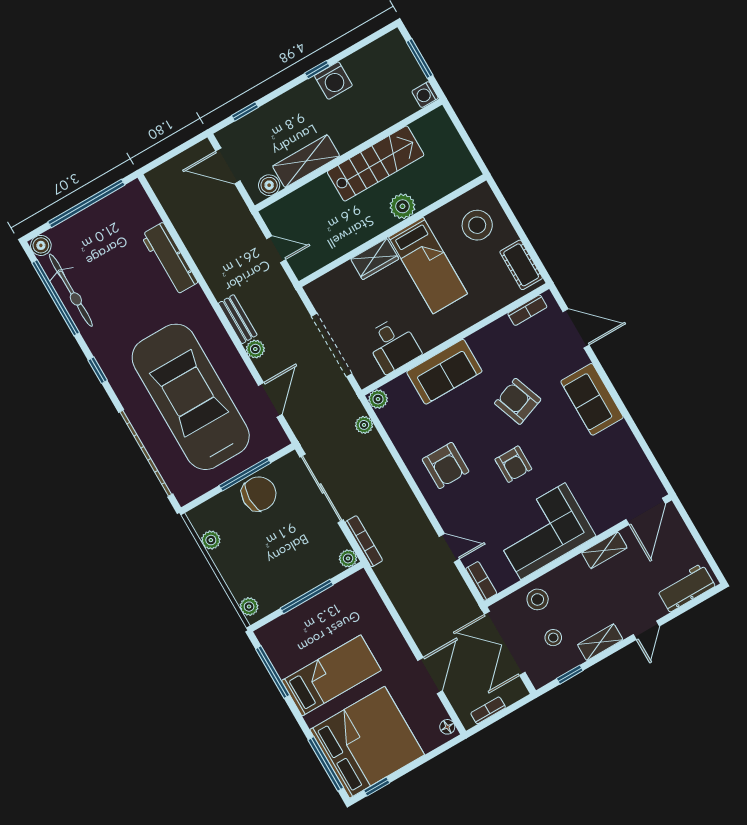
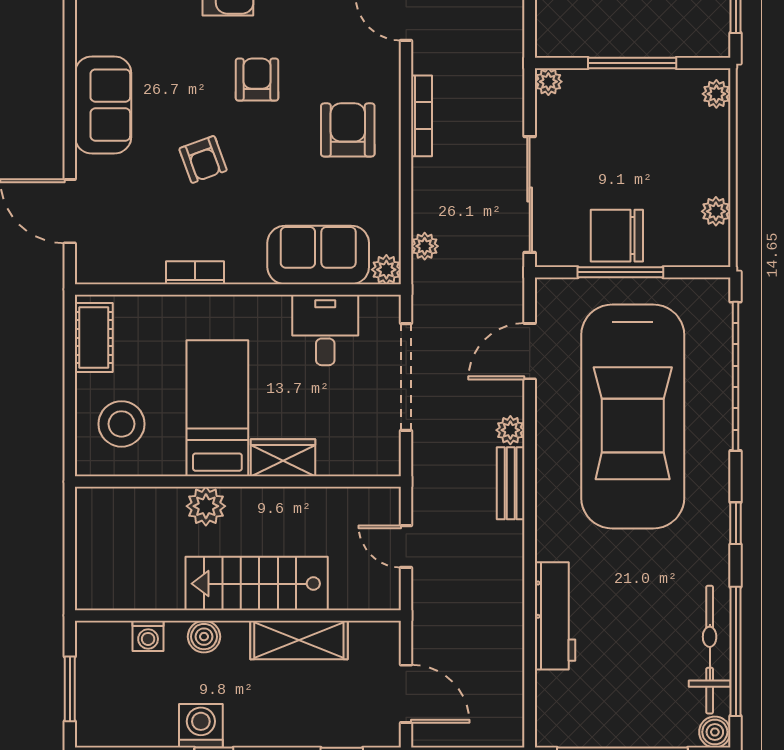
washing machine: (425, 95) -> (148, 636), moved, turned 90
stairs: (376, 164) -> (257, 584), moved
boiler: (269, 185) -> (204, 637), moved
bookcase: (527, 310) -> (195, 273), moved
sofa: (444, 372) -> (318, 255), moved
armchair: (518, 401) -> (203, 159), width x0.72, depth x0.72
bookcase: (364, 541) -> (422, 116), moved, turned 180

